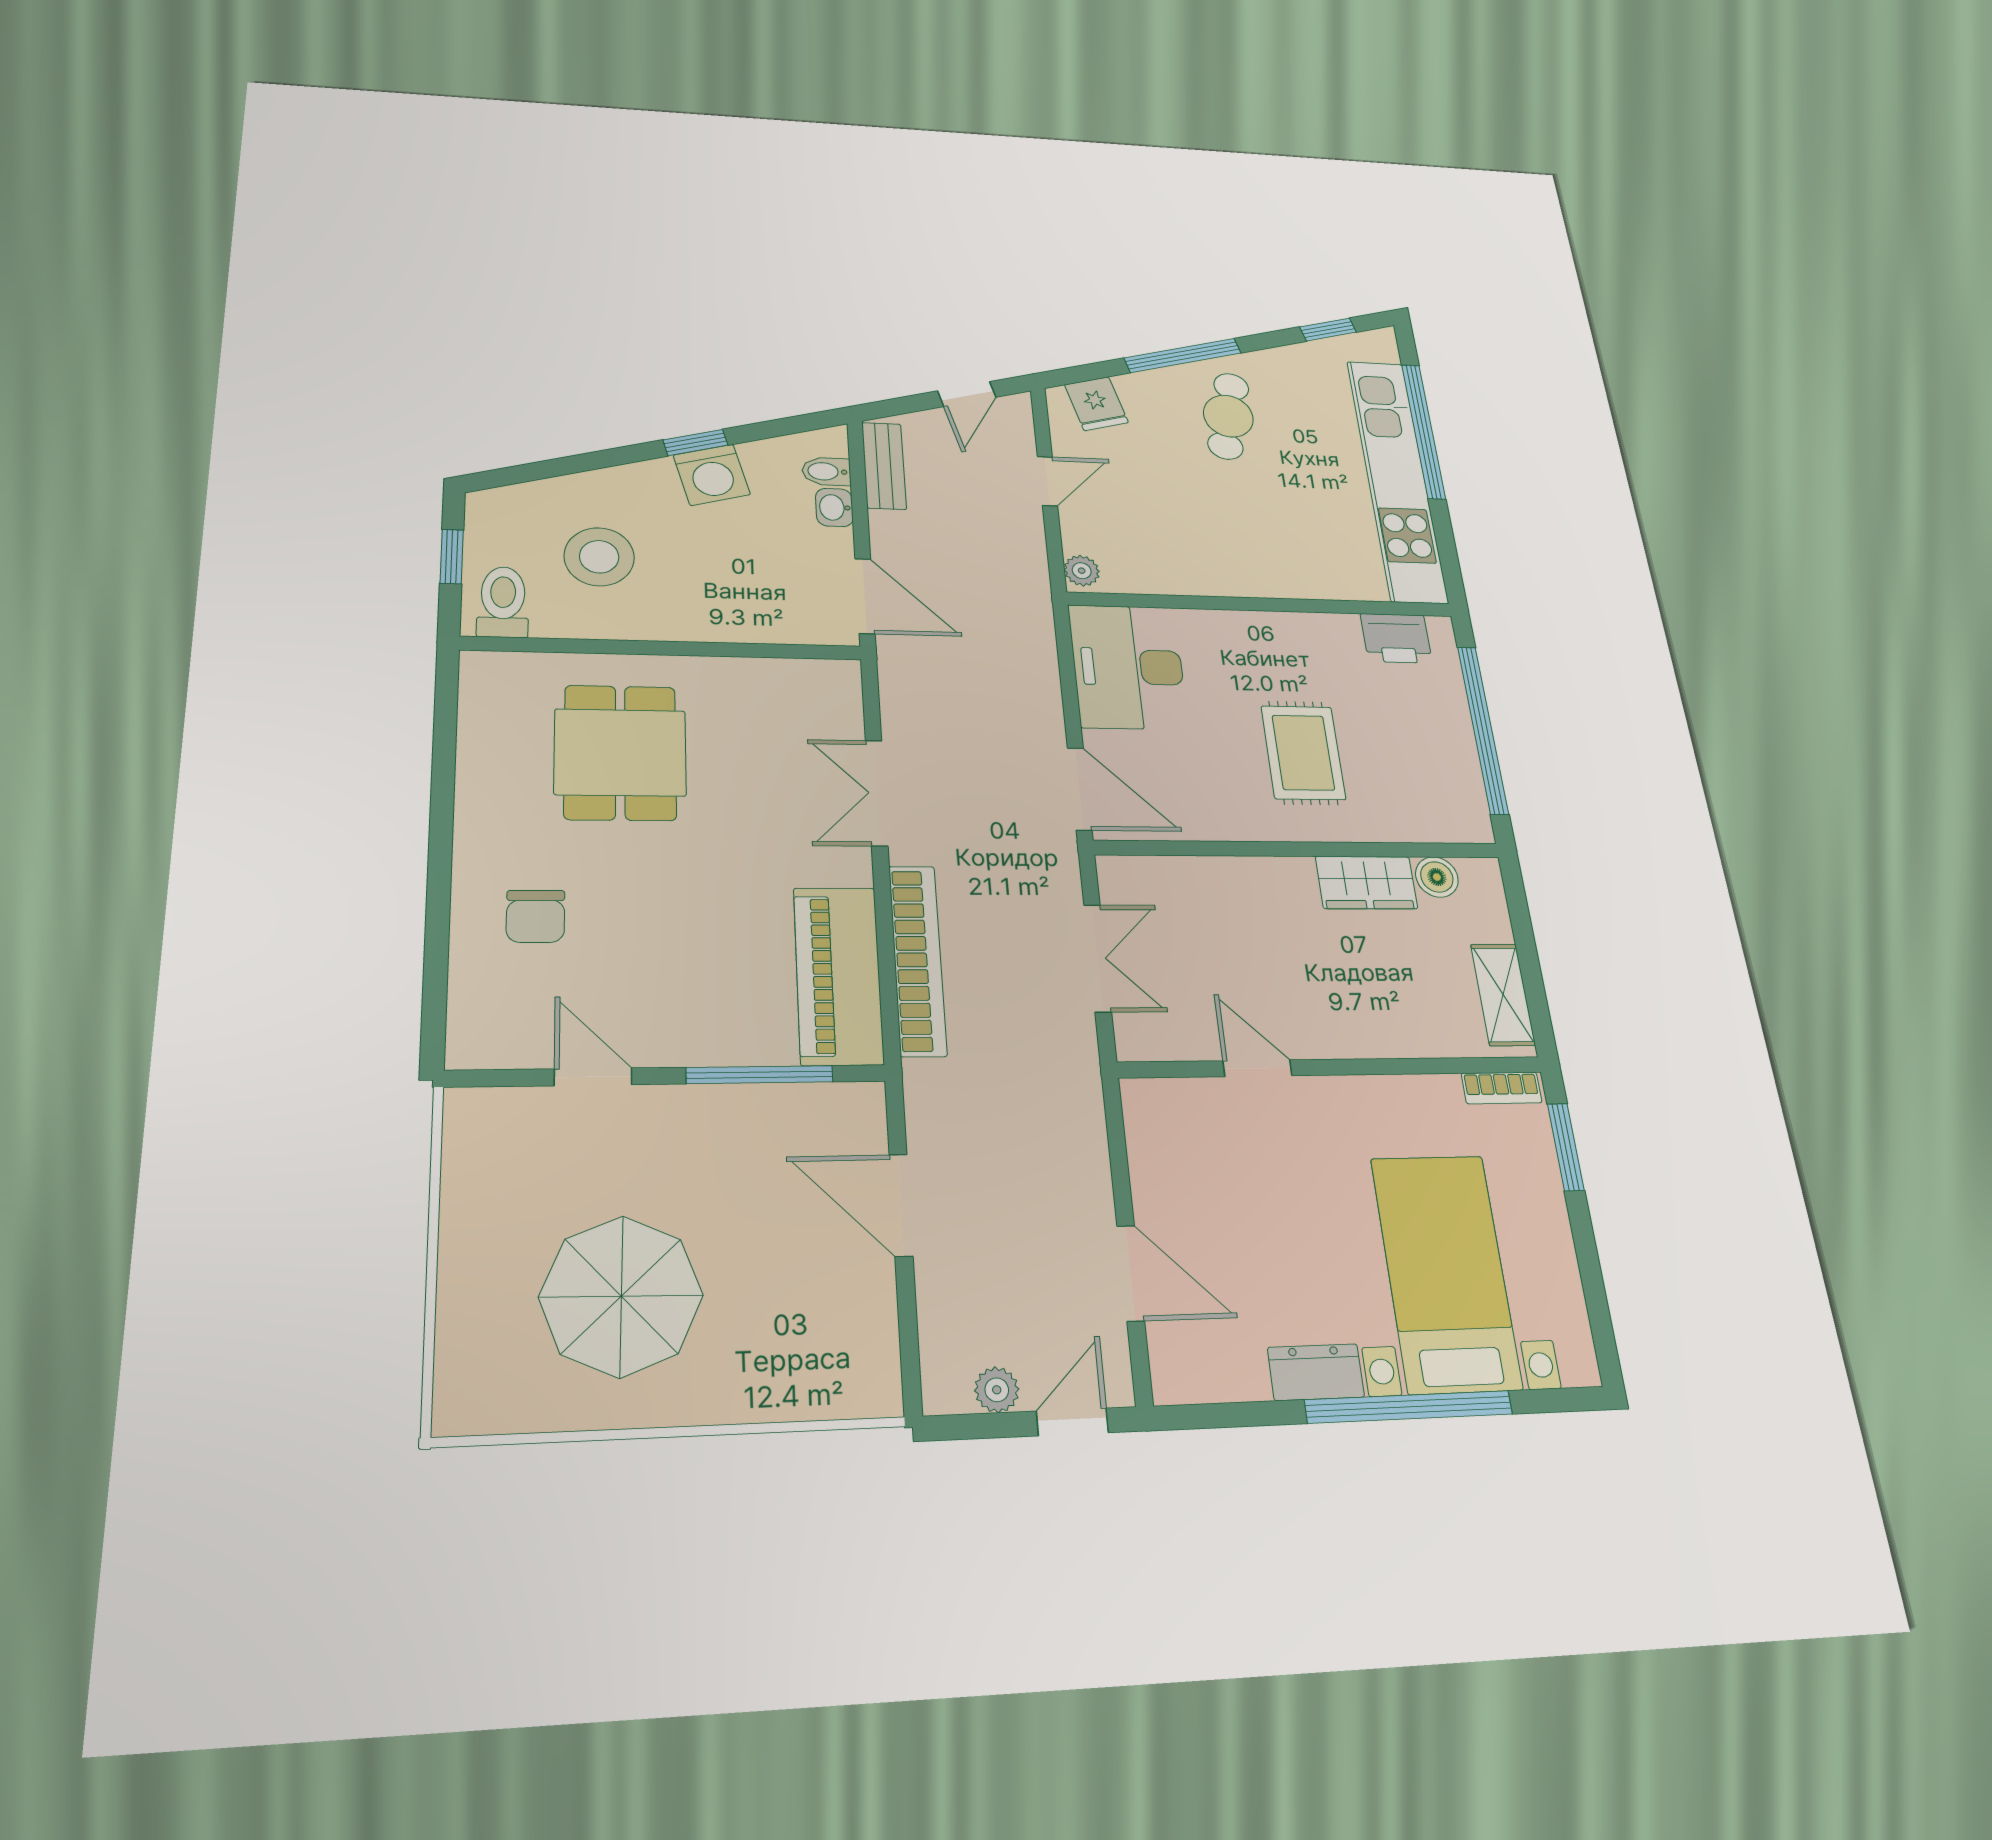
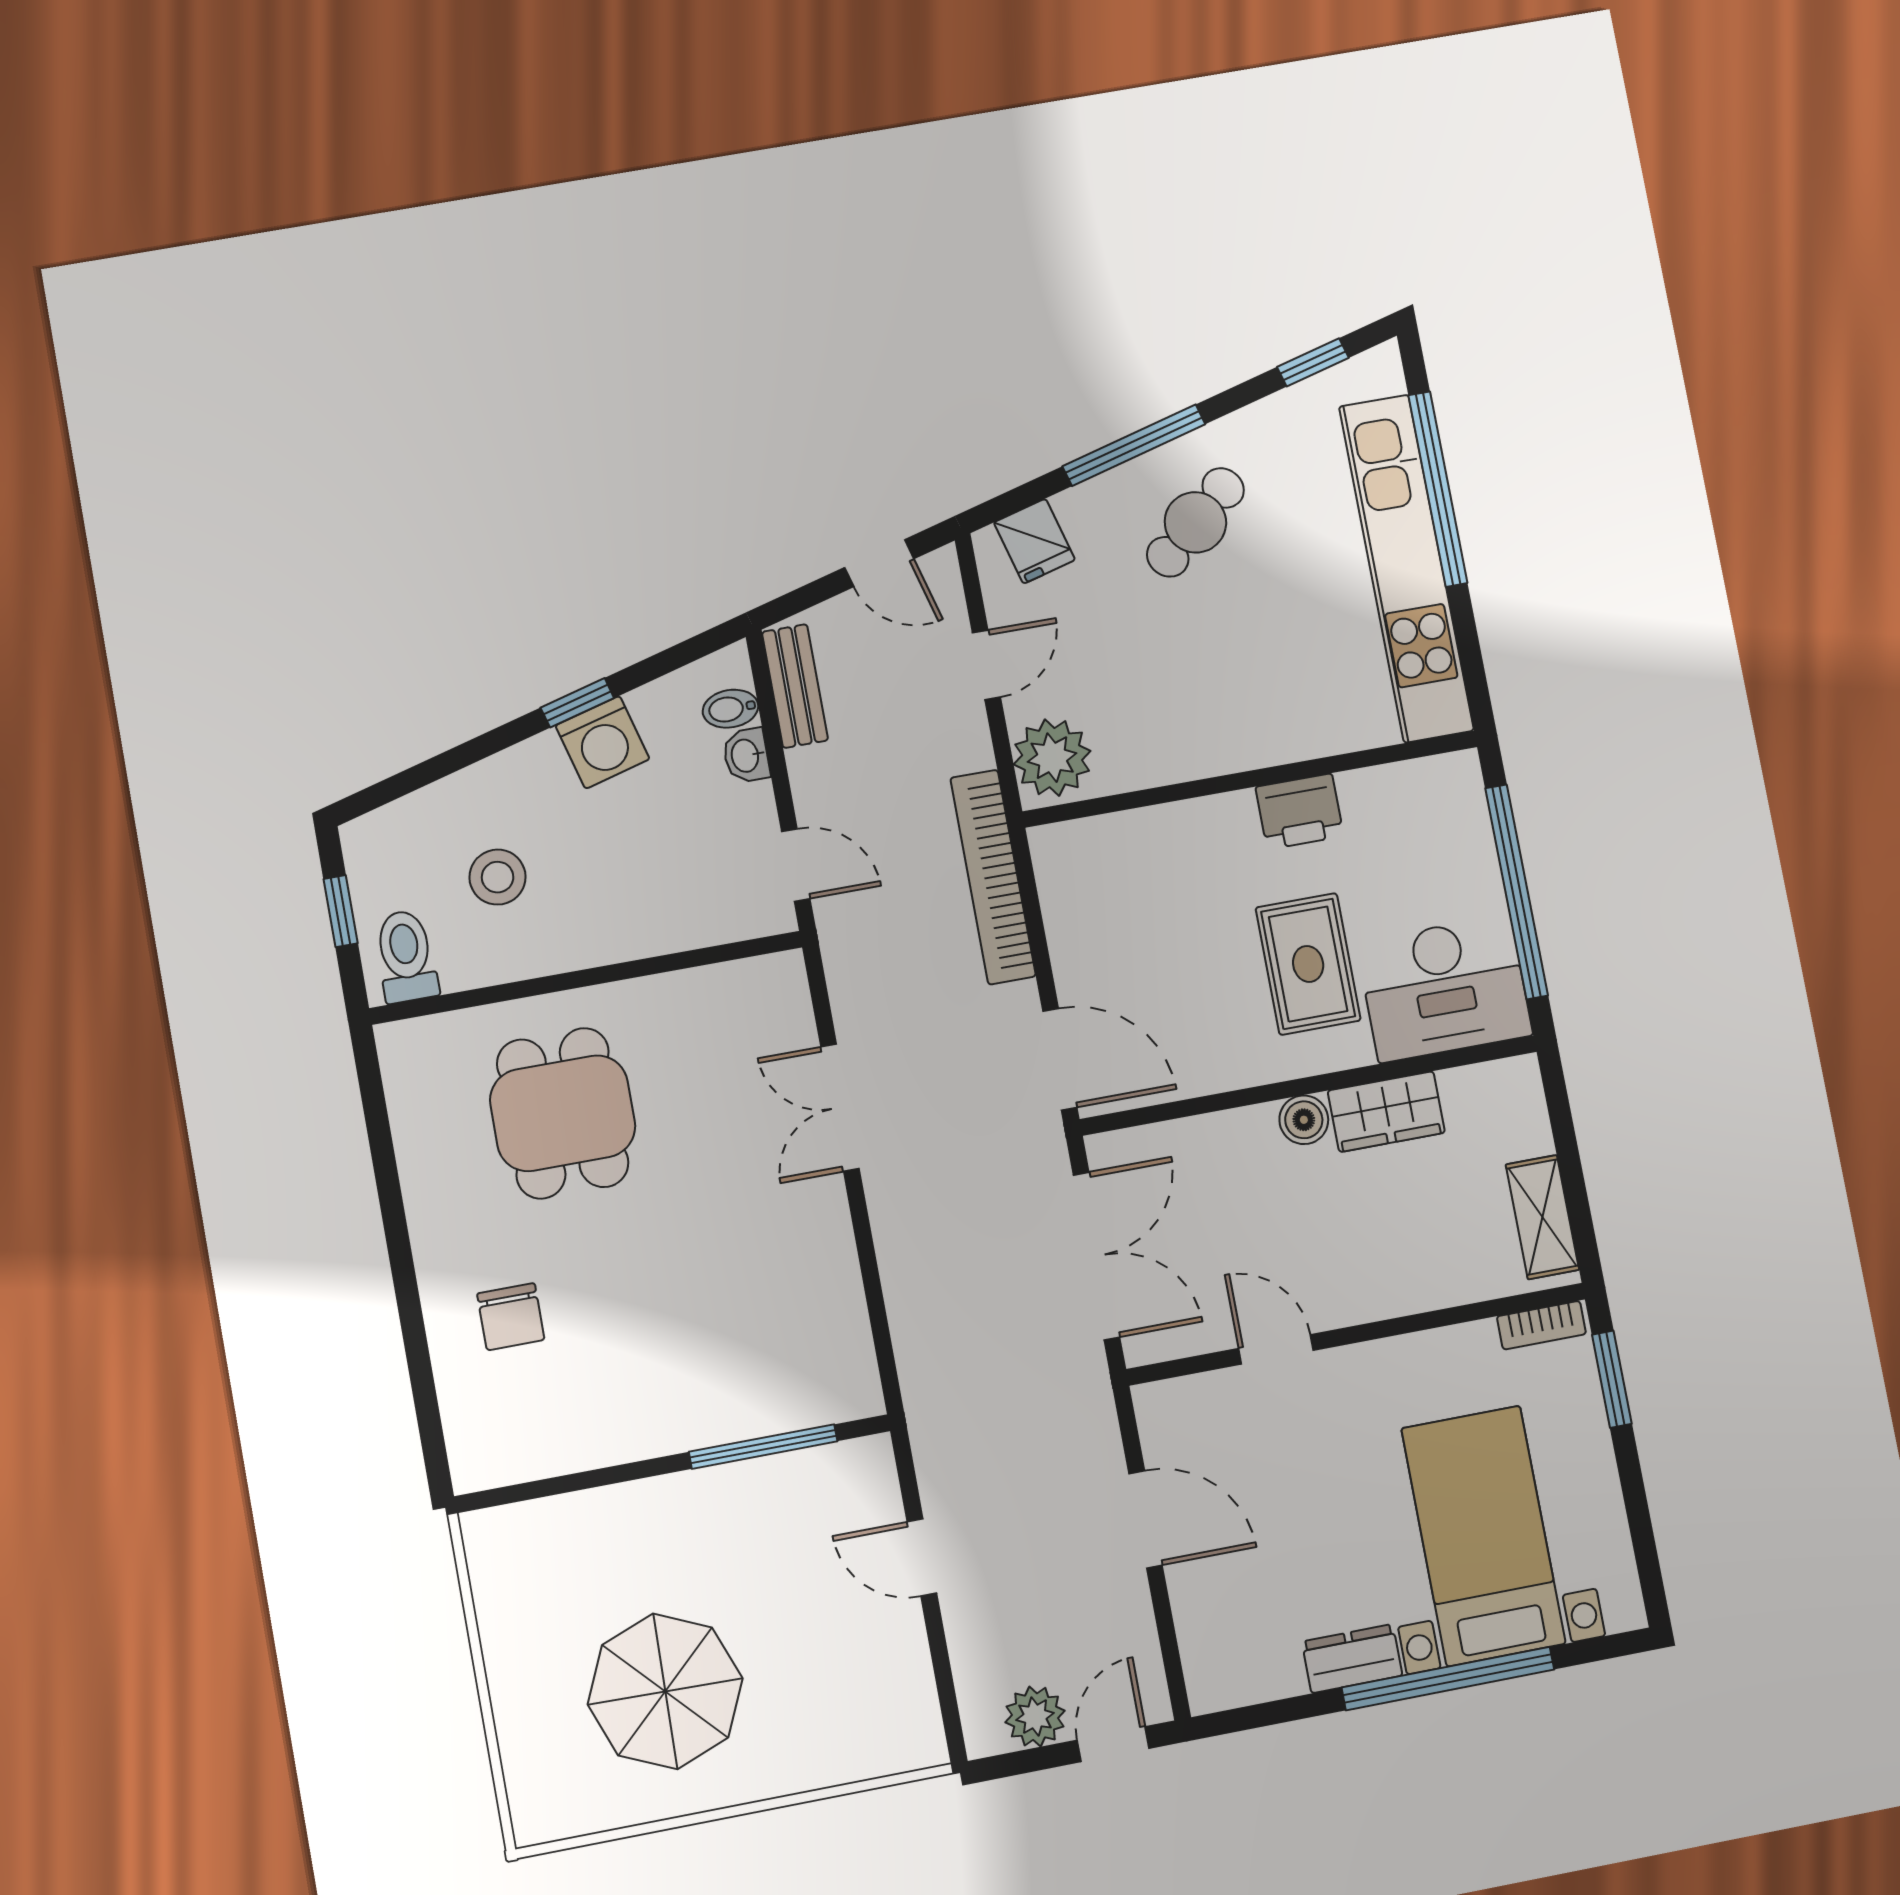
door: (967, 394) -> (879, 563), hinge flipped
cafe table: (1228, 416) -> (1195, 522), turned 37
stool: (599, 557) -> (498, 877), width x0.73, depth x0.73
plant: (1082, 571) -> (1052, 758), width x1.87, depth x1.87
door: (865, 596) -> (796, 865), width x0.73
printer: (1396, 638) -> (1300, 811), moved
desk: (1128, 667) -> (1444, 989), moved, turned -90
boiler: (1437, 877) -> (1304, 1120), moved
double door: (1098, 958) -> (1097, 1256), width x1.37
bookcase: (918, 960) -> (993, 877), moved, turned 180
piano: (838, 975) -> (827, 1325), removed
door: (593, 1077) -> (599, 1478), removed
door: (901, 1205) -> (922, 1557), width x0.73
door: (1131, 1273) -> (1146, 1519), moved
plant: (997, 1390) -> (1035, 1717), width x1.38, depth x1.38

